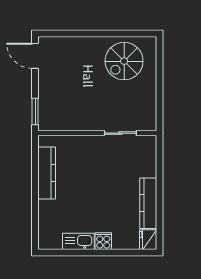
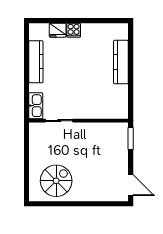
kitchen counter: (47, 173) -> (121, 62), moved
fridge: (148, 240) -> (58, 30), moved, turned 90
kitchen sink: (78, 241) -> (36, 106), moved, turned -90

